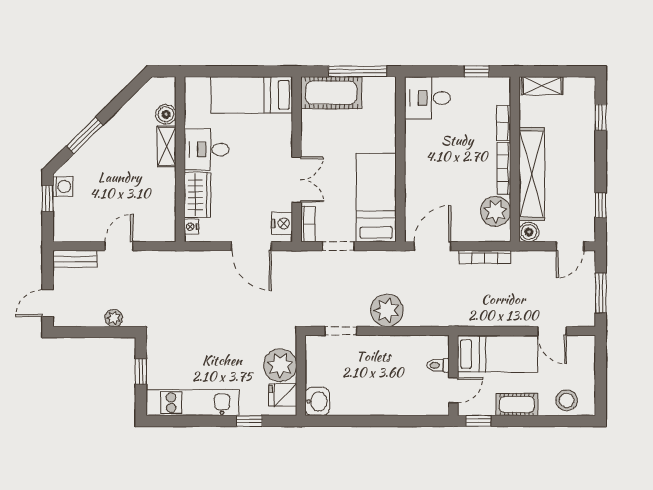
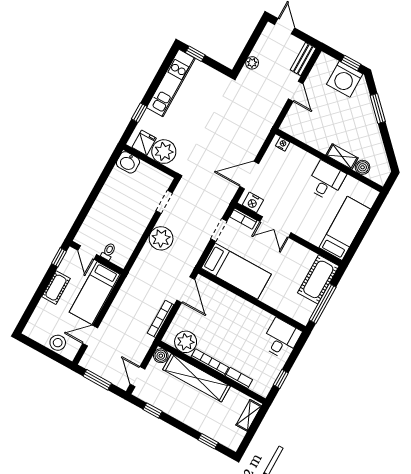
washing machine: (63, 186) -> (345, 79), width x1.89, depth x1.89
wardrobe: (197, 195) -> (301, 159), removed
window: (141, 371) -> (195, 54), moved
stool: (567, 400) -> (58, 343), moved

